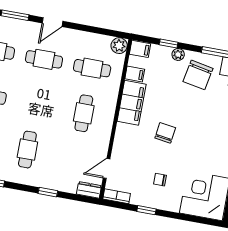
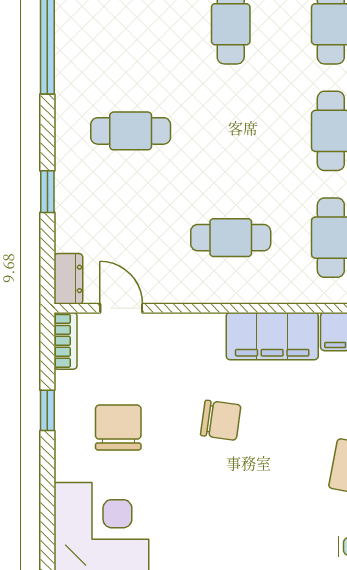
chair: (160, 180) -> (118, 428), width x1.87, depth x1.87

